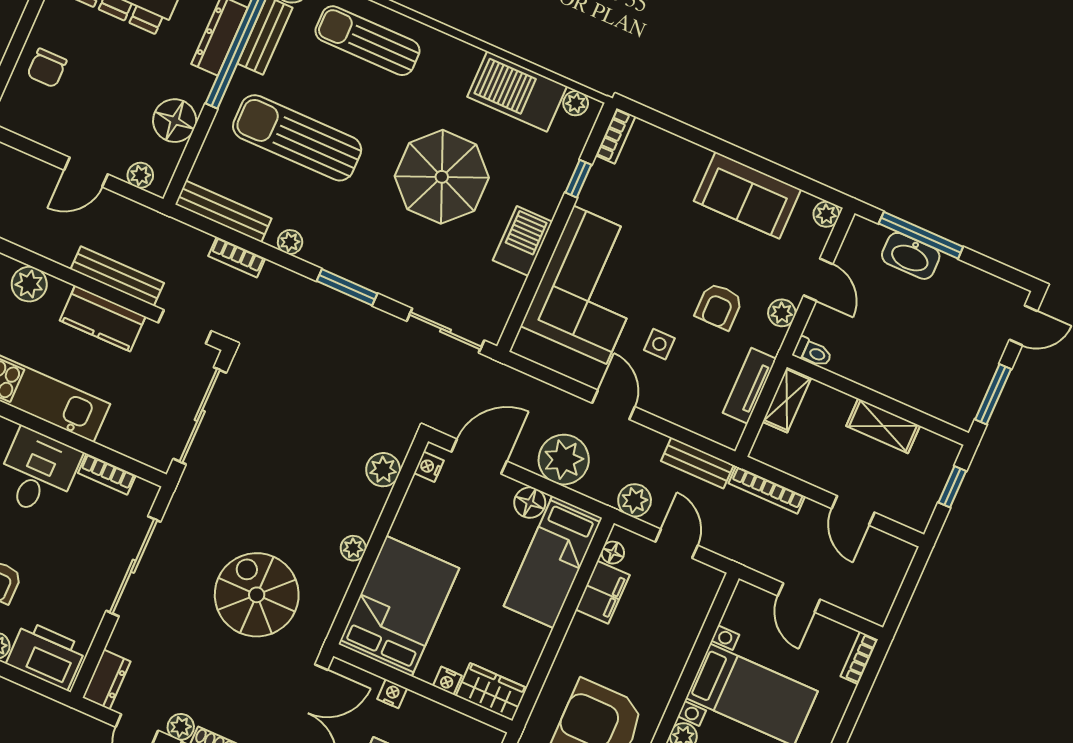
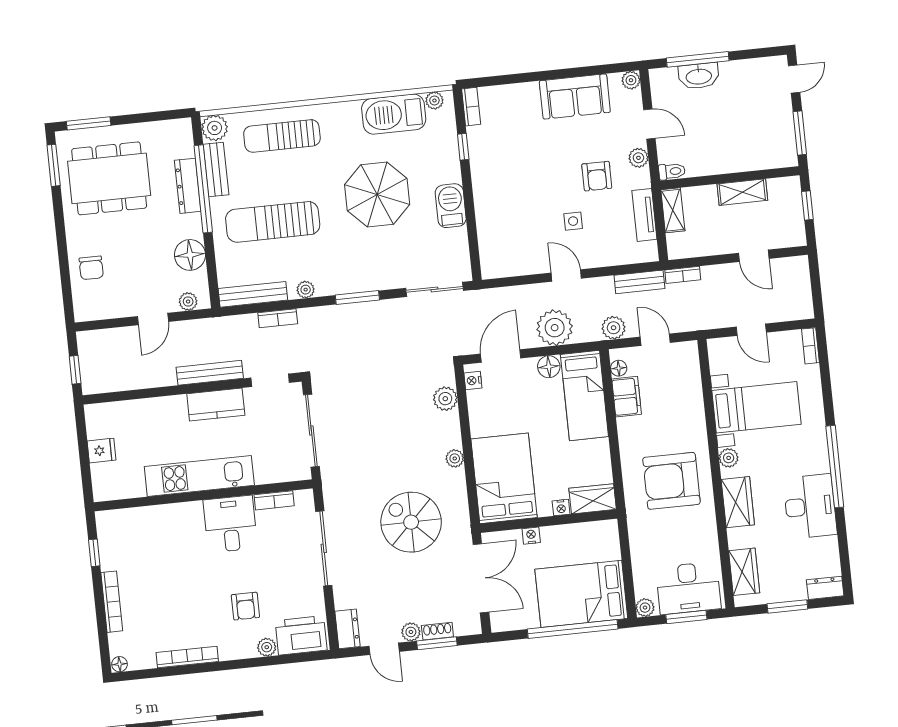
plant: (29, 284) -> (158, 409), removed
corner sofa: (590, 285) -> (508, 209), removed
bookcase: (767, 490) -> (683, 275), width x0.64

